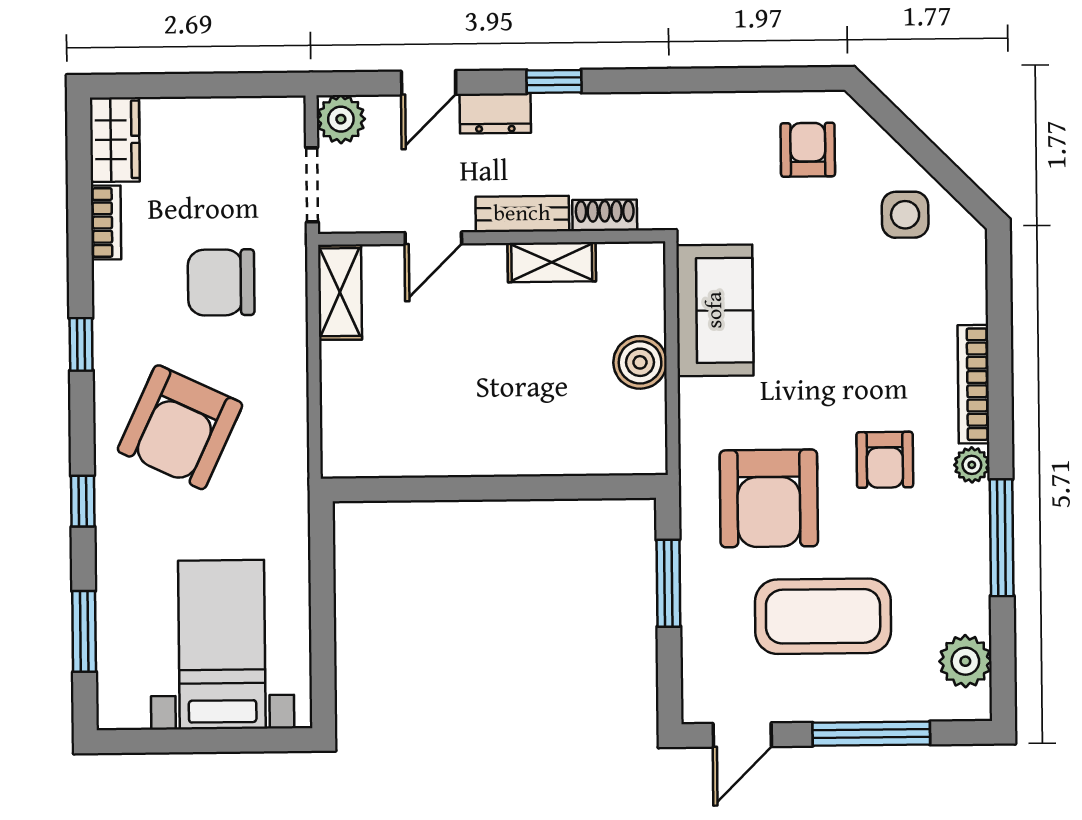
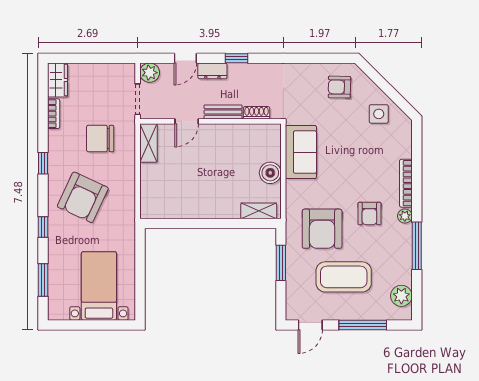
armchair: (808, 150) -> (339, 87), turned -89
shelving: (552, 262) -> (259, 211), moved

